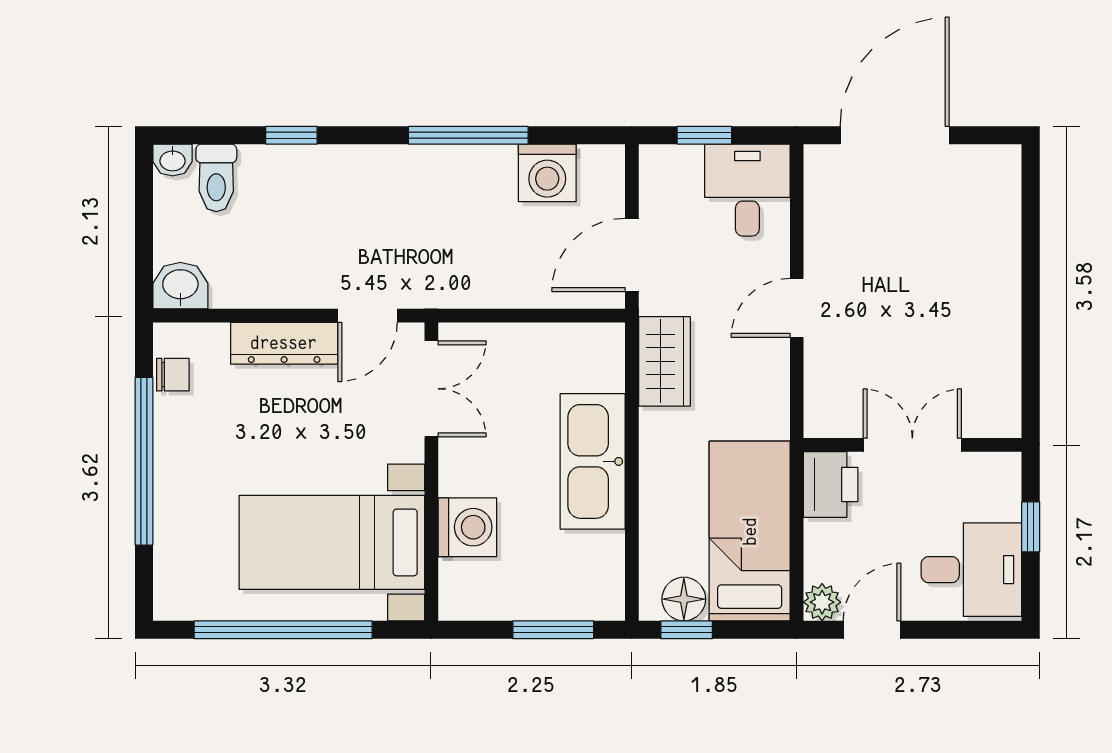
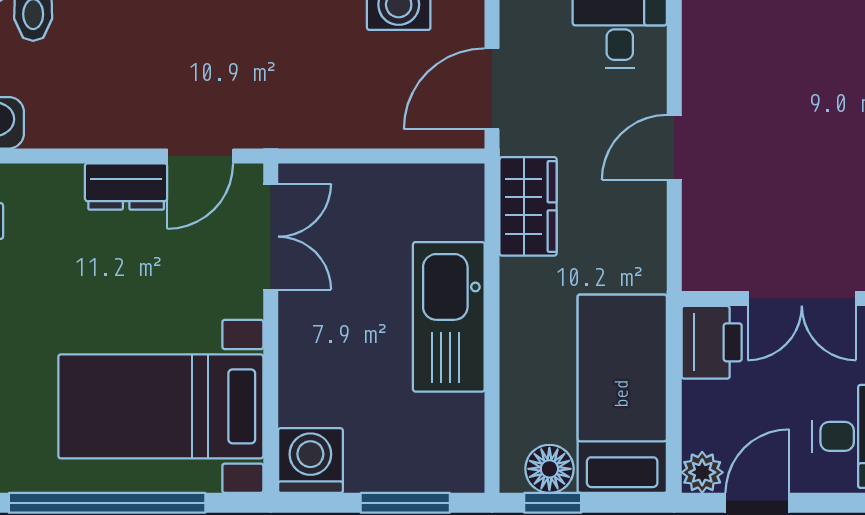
dresser: (284, 343) -> (126, 186), width x0.70
double door: (912, 445) -> (802, 299), swing flipped
washing machine: (467, 527) -> (310, 461), moved, turned -90

